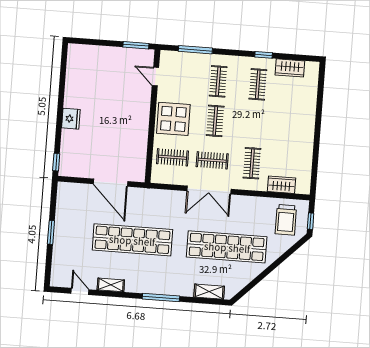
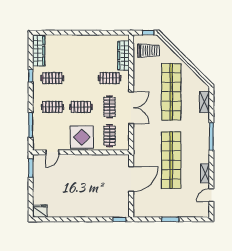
wardrobe: (290, 68) -> (39, 51), width x1.50
fridge: (71, 119) -> (40, 211), moved
wardrobe: (281, 185) -> (123, 56), width x1.50

